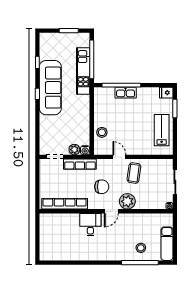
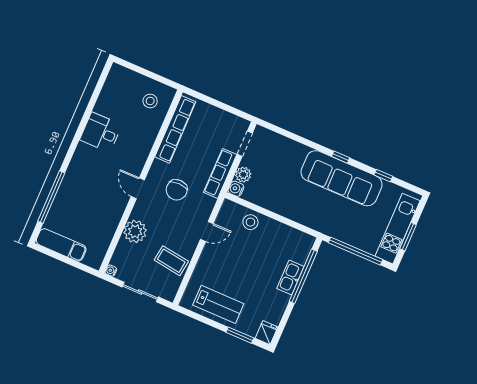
kitchen unit: (83, 71) -> (398, 229), moved, turned -90
coffee table: (134, 173) -> (171, 261), moved
plant: (127, 201) -> (135, 231), moved
desk: (90, 225) -> (101, 132), moved, turned 180
stool: (141, 248) -> (150, 101), moved

